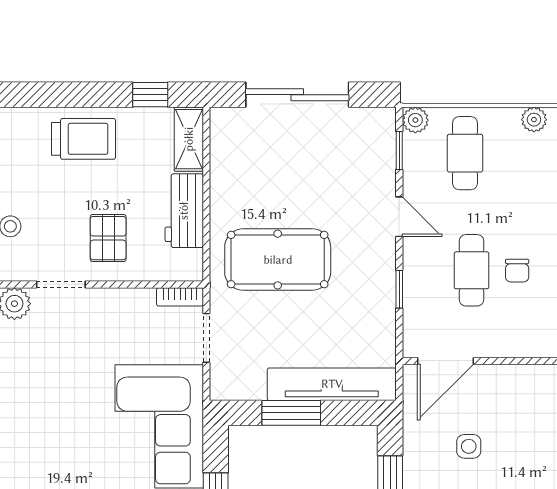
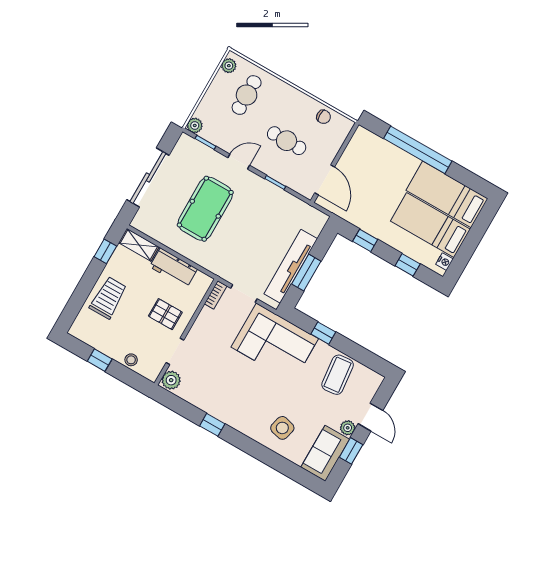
cafe table: (465, 153) -> (247, 95), moved, turned 90
pool table: (278, 260) -> (205, 209), moved
chair: (517, 271) -> (324, 117), moved
tv unit: (332, 384) -> (291, 266), moved
side table: (469, 446) -> (374, 193), removed

